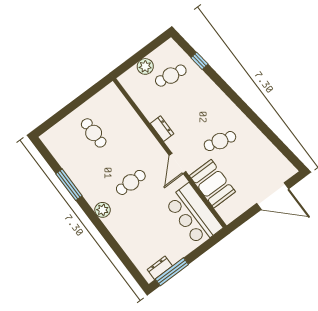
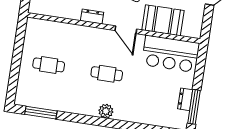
cafe table: (131, 182) -> (107, 74), turned 90
window: (69, 185) -> (41, 113), moved
dresser: (160, 268) -> (185, 99), moved

